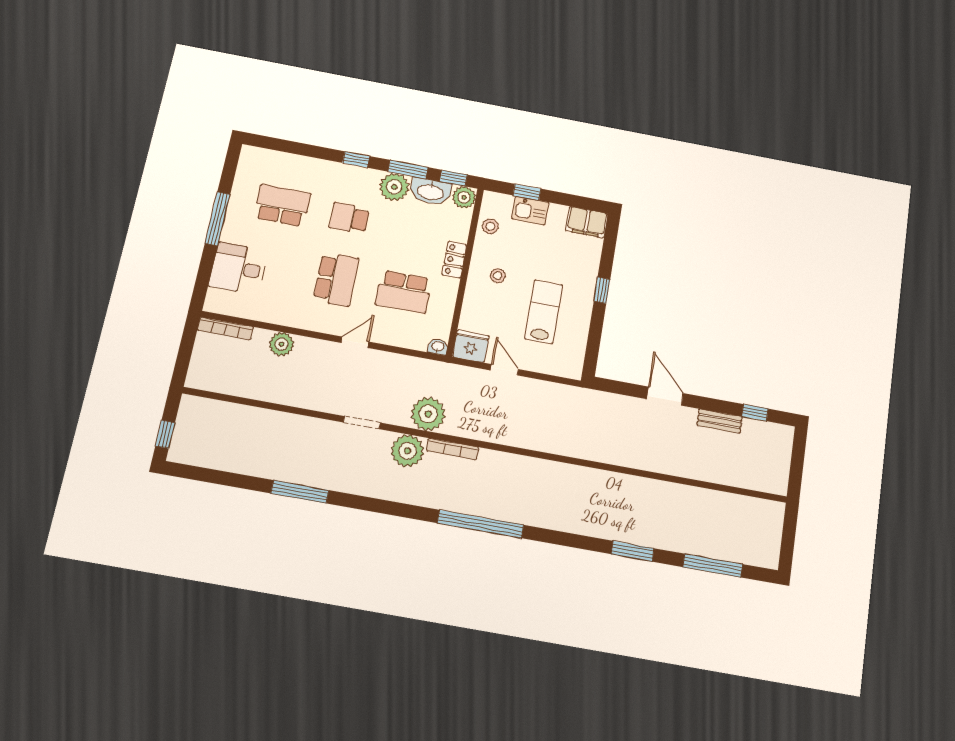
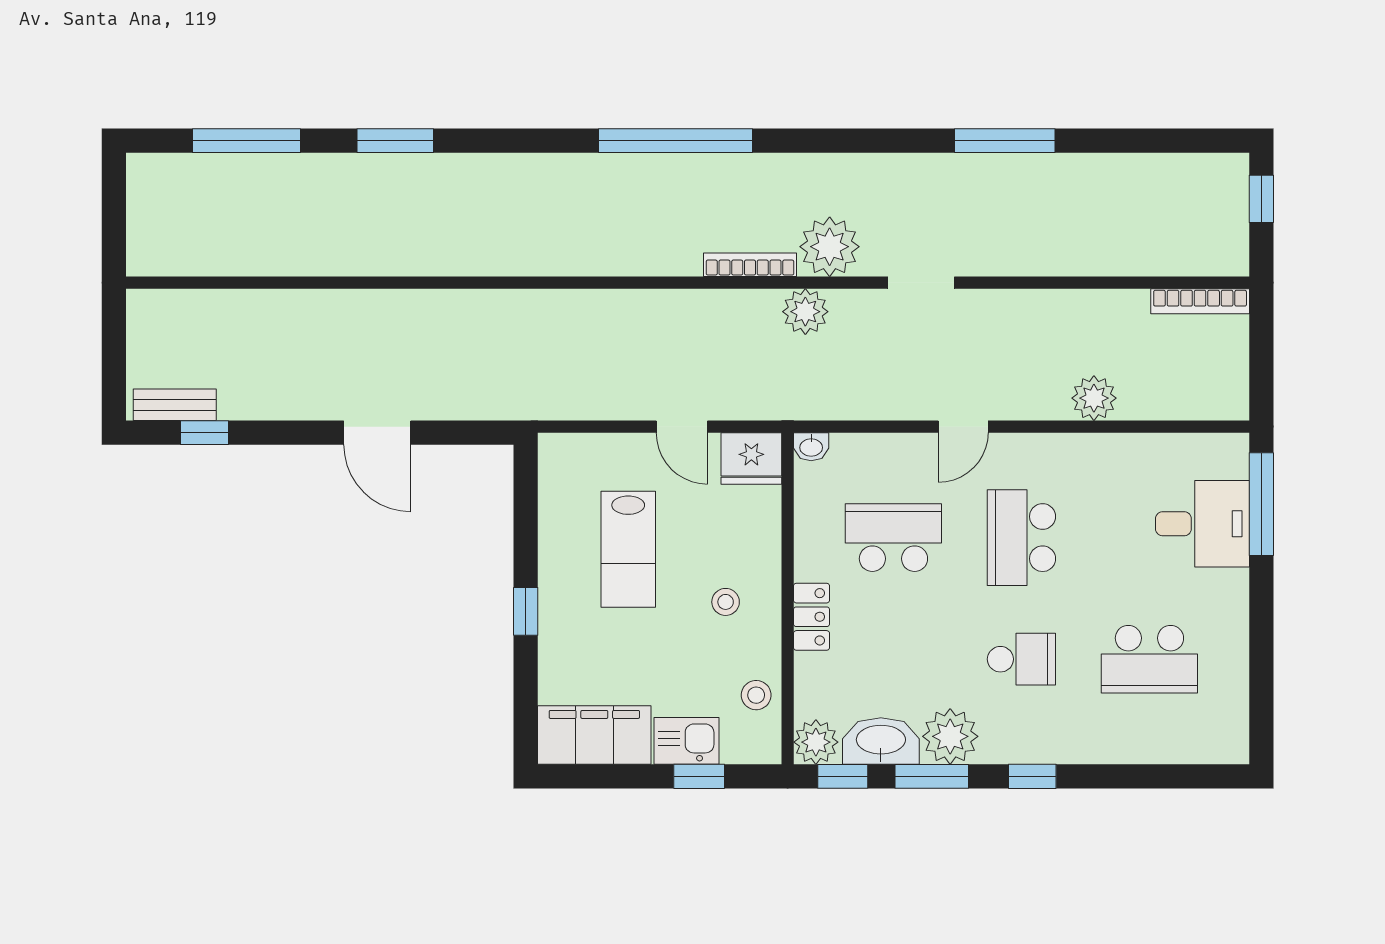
window: (217, 219) -> (1261, 504), moved
filing cabinet: (587, 222) -> (594, 735), width x1.50, depth x1.17
bookcase: (225, 329) -> (1200, 301), moved, turned 180
plant: (428, 414) -> (805, 312), width x0.73, depth x0.73
bench: (720, 421) -> (175, 405), moved

